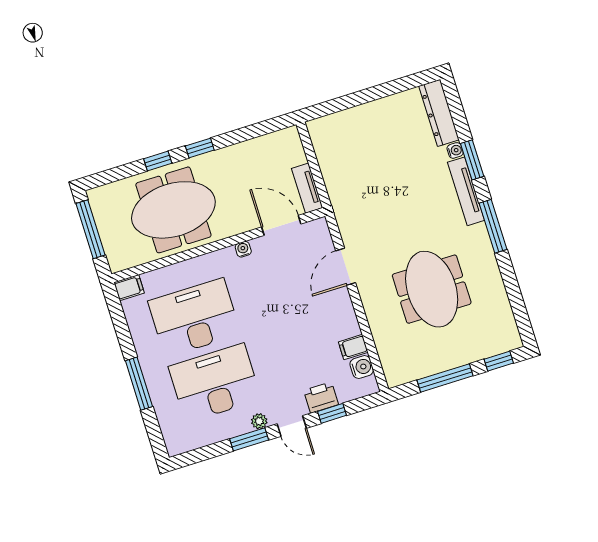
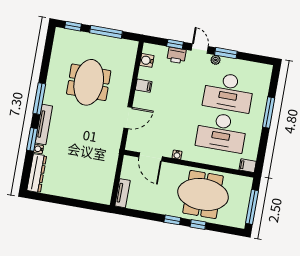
tv unit: (307, 188) -> (123, 193), moved
filing cabinet: (353, 347) -> (144, 86), moved

